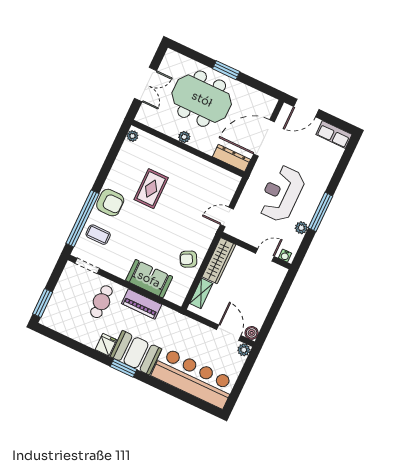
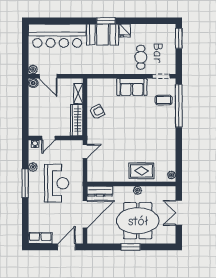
rug: (151, 189) -> (142, 171), moved, turned 90
armchair: (110, 203) -> (166, 125), removed
sofa: (149, 279) -> (132, 87), moved
piano: (142, 304) -> (114, 68), removed

